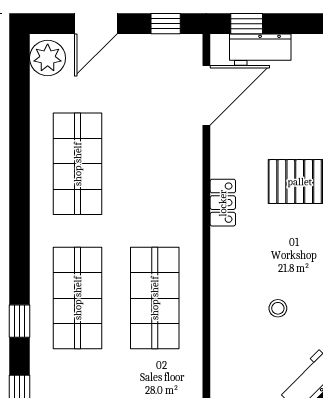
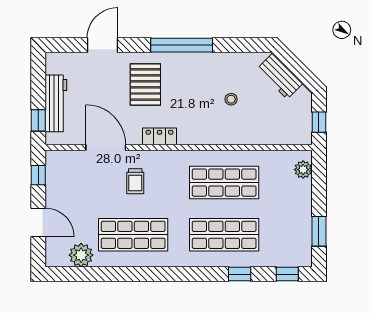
workbench: (260, 50) -> (56, 103), width x1.38
plant: (48, 58) -> (81, 255), moved
door: (206, 95) -> (106, 148), moved
trolley: (157, 167) -> (135, 181), added

